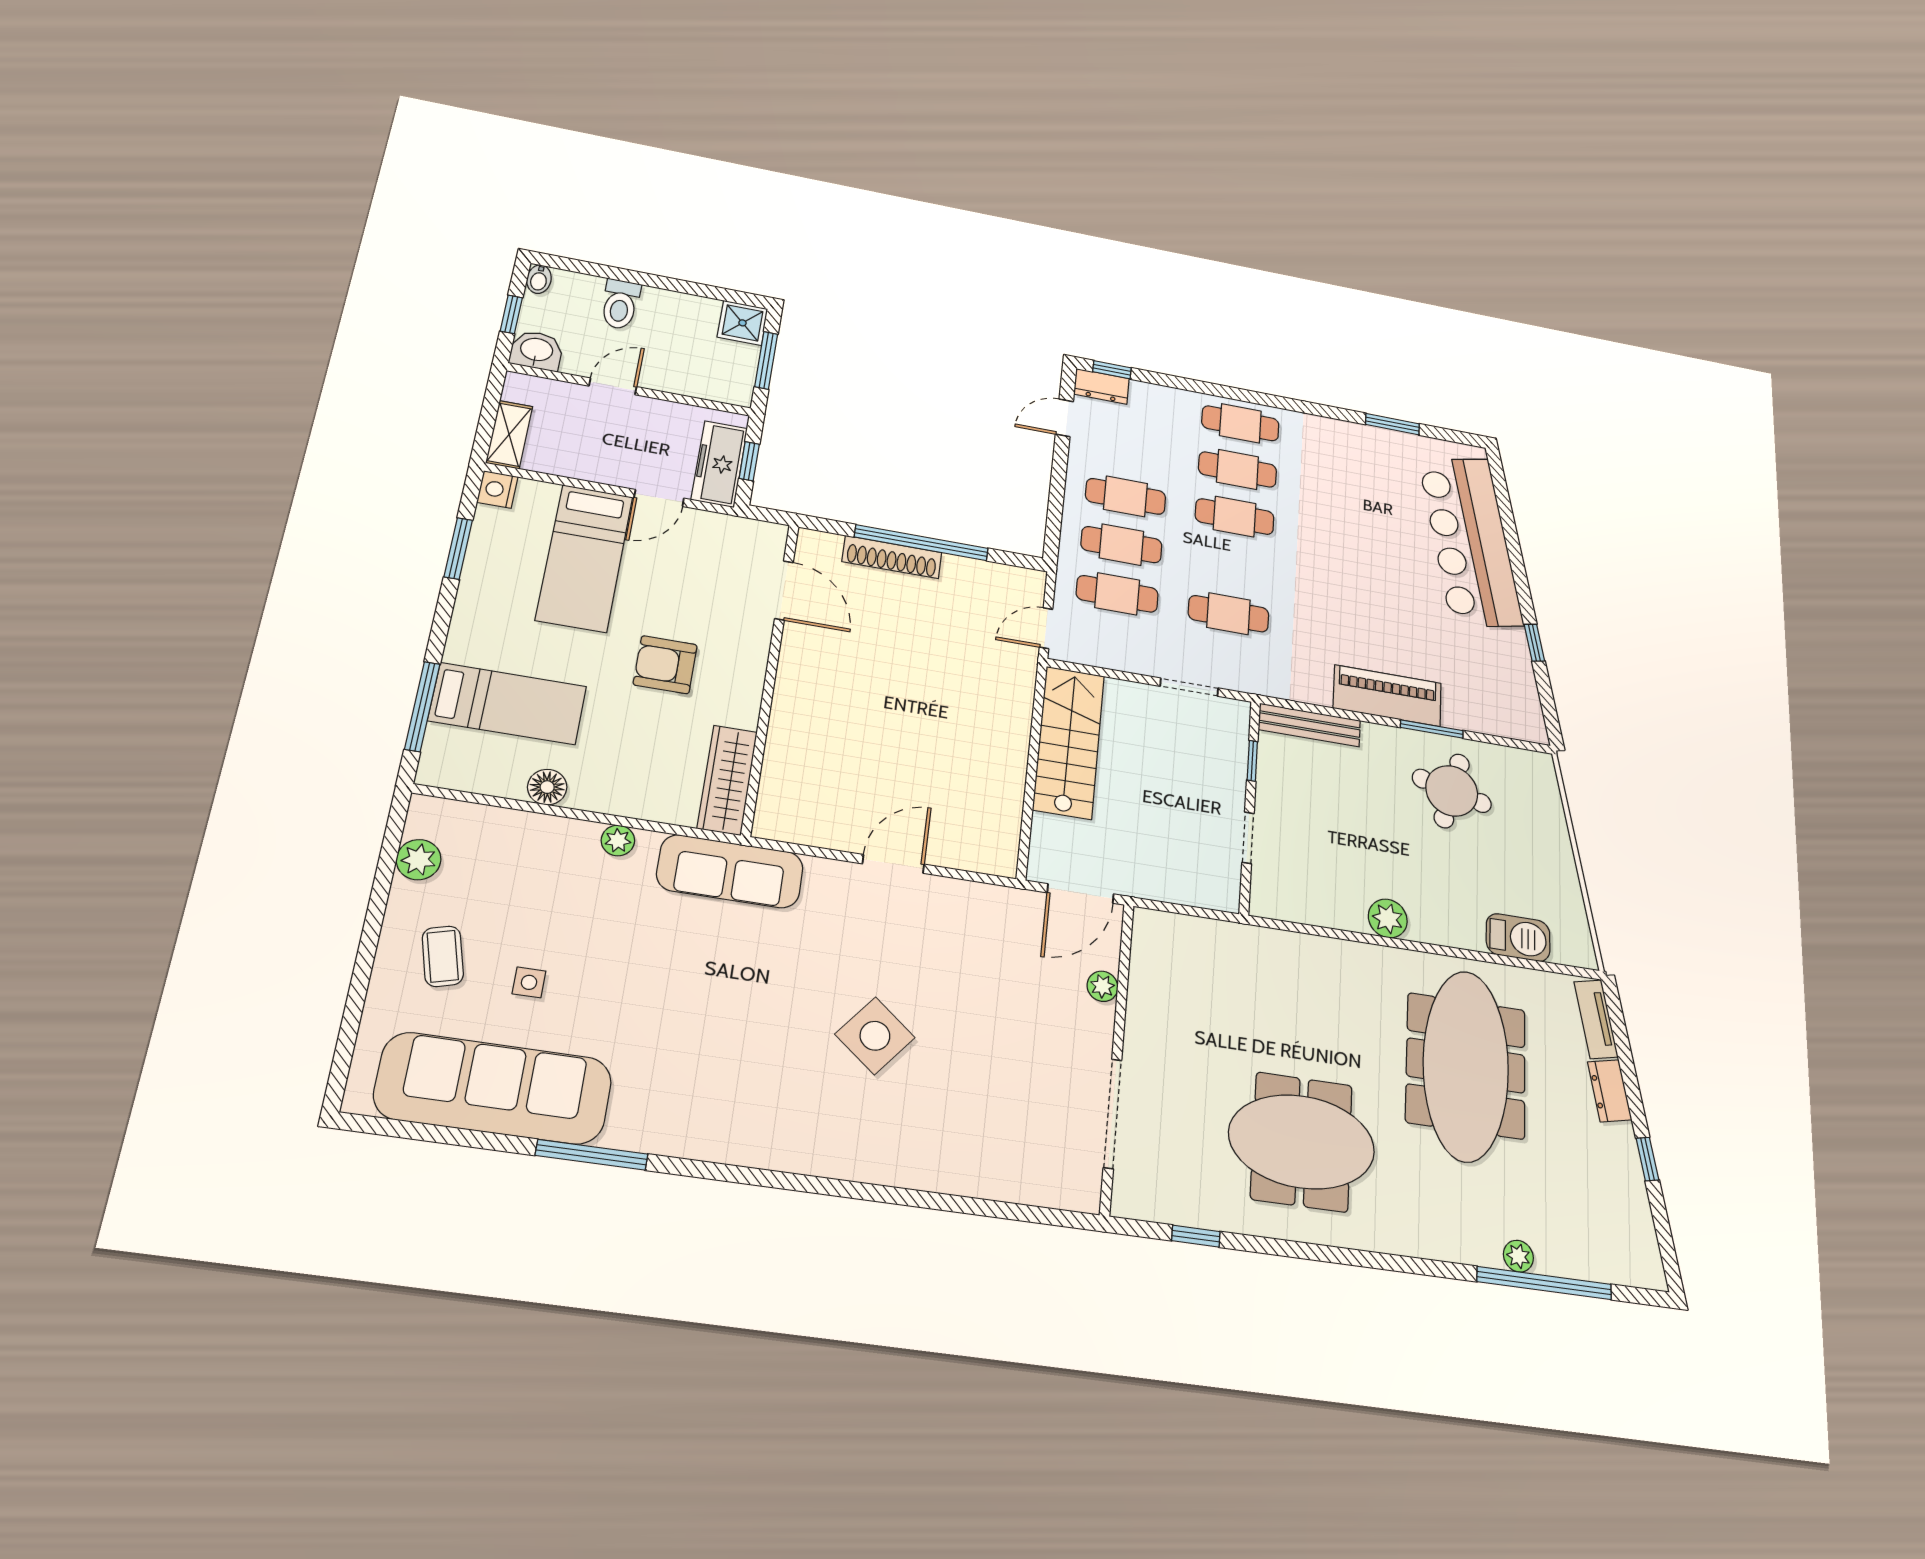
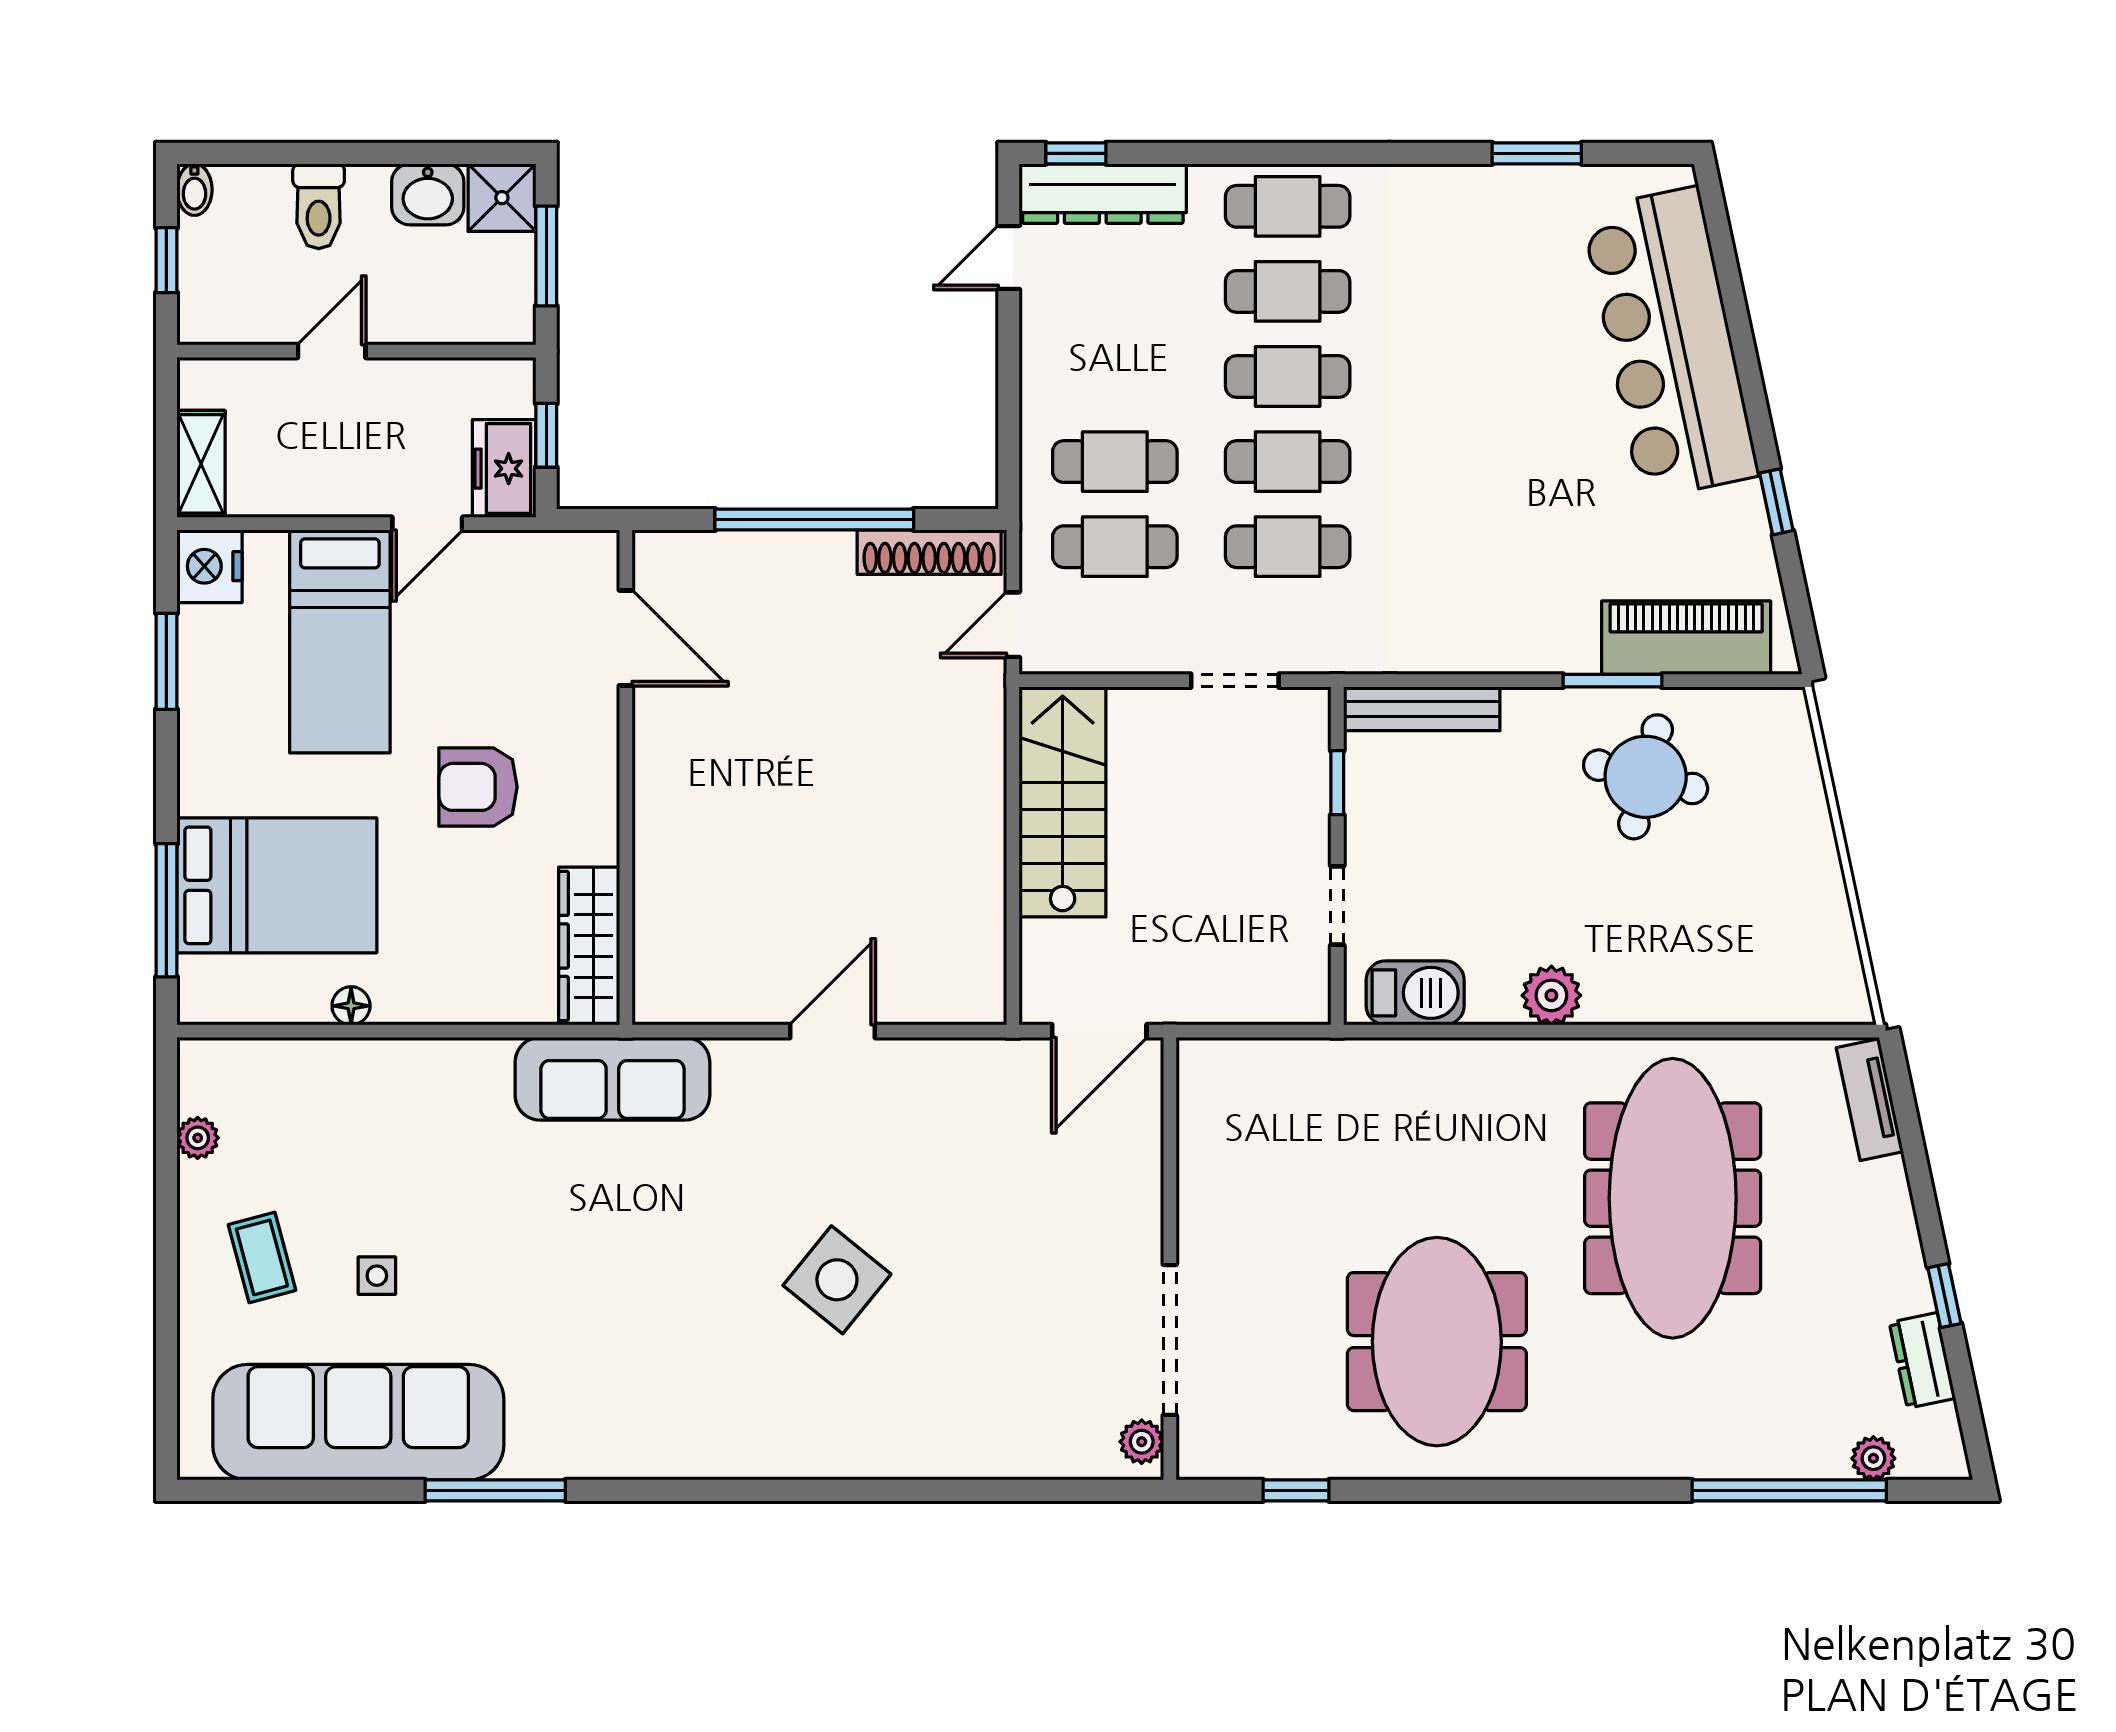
washbasin: (536, 350) -> (428, 194), moved, turned 180
dresser: (1101, 386) -> (1103, 194), width x1.96, depth x1.24
freezer: (719, 464) -> (504, 469), width x0.71
nightstand: (497, 489) -> (209, 566), width x1.36, depth x1.33
cafe table: (1126, 496) -> (1288, 462), moved
shoe rack: (892, 557) -> (929, 552), moved
piano: (1387, 696) -> (1686, 638), moved
bed: (508, 704) -> (277, 885), width x1.50
floor lamp: (547, 787) -> (351, 1006), width x0.73, depth x0.73
plant: (618, 840) -> (457, 1060), removed
plant: (419, 860) -> (198, 1138), width x0.73, depth x0.73
barbecue: (1518, 938) -> (1415, 993), moved
plant: (1103, 986) -> (1142, 1442), moved
dresser: (1610, 1091) -> (1922, 1360), moved
meeting table: (1302, 1142) -> (1437, 1342), turned 90
plant: (1518, 1256) -> (1873, 1458), moved

